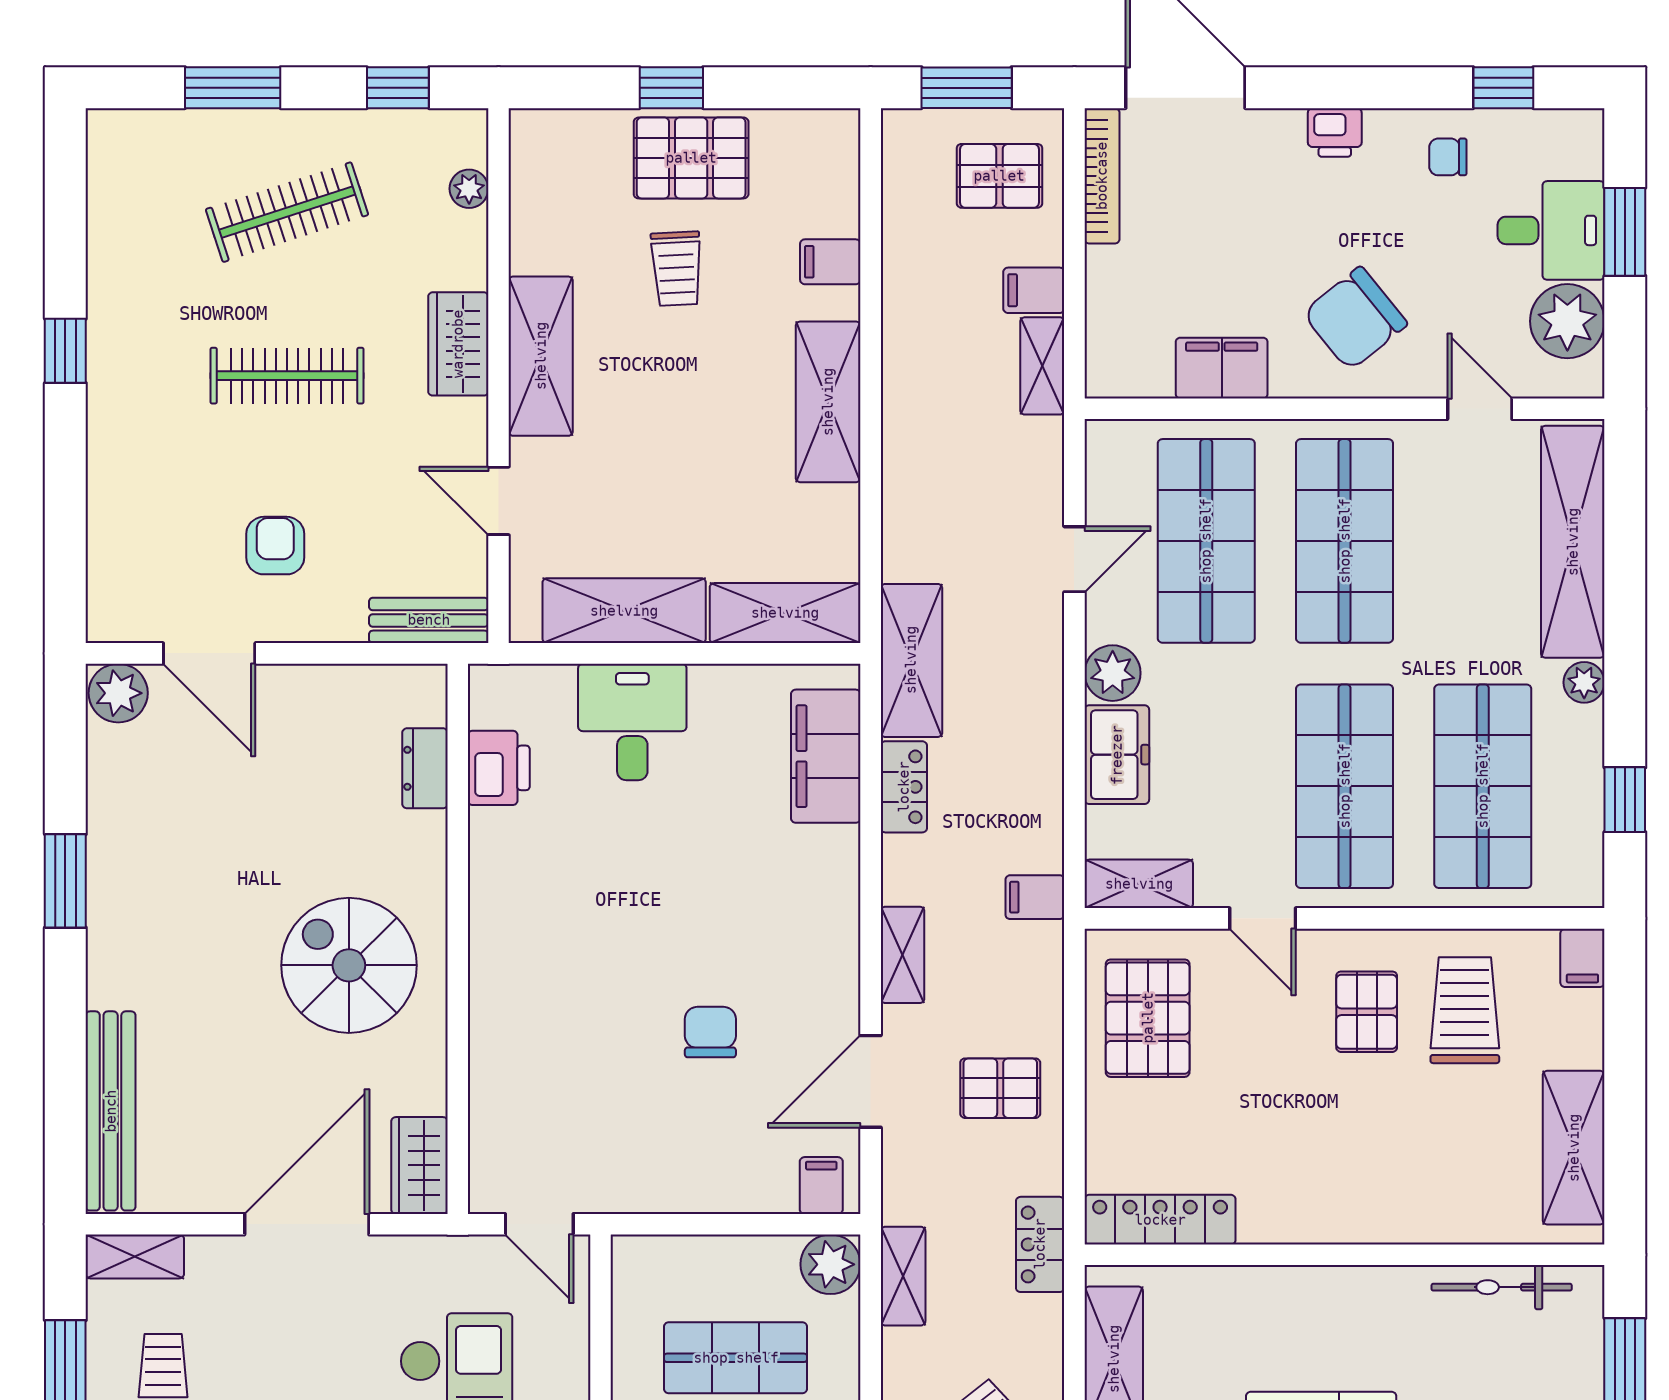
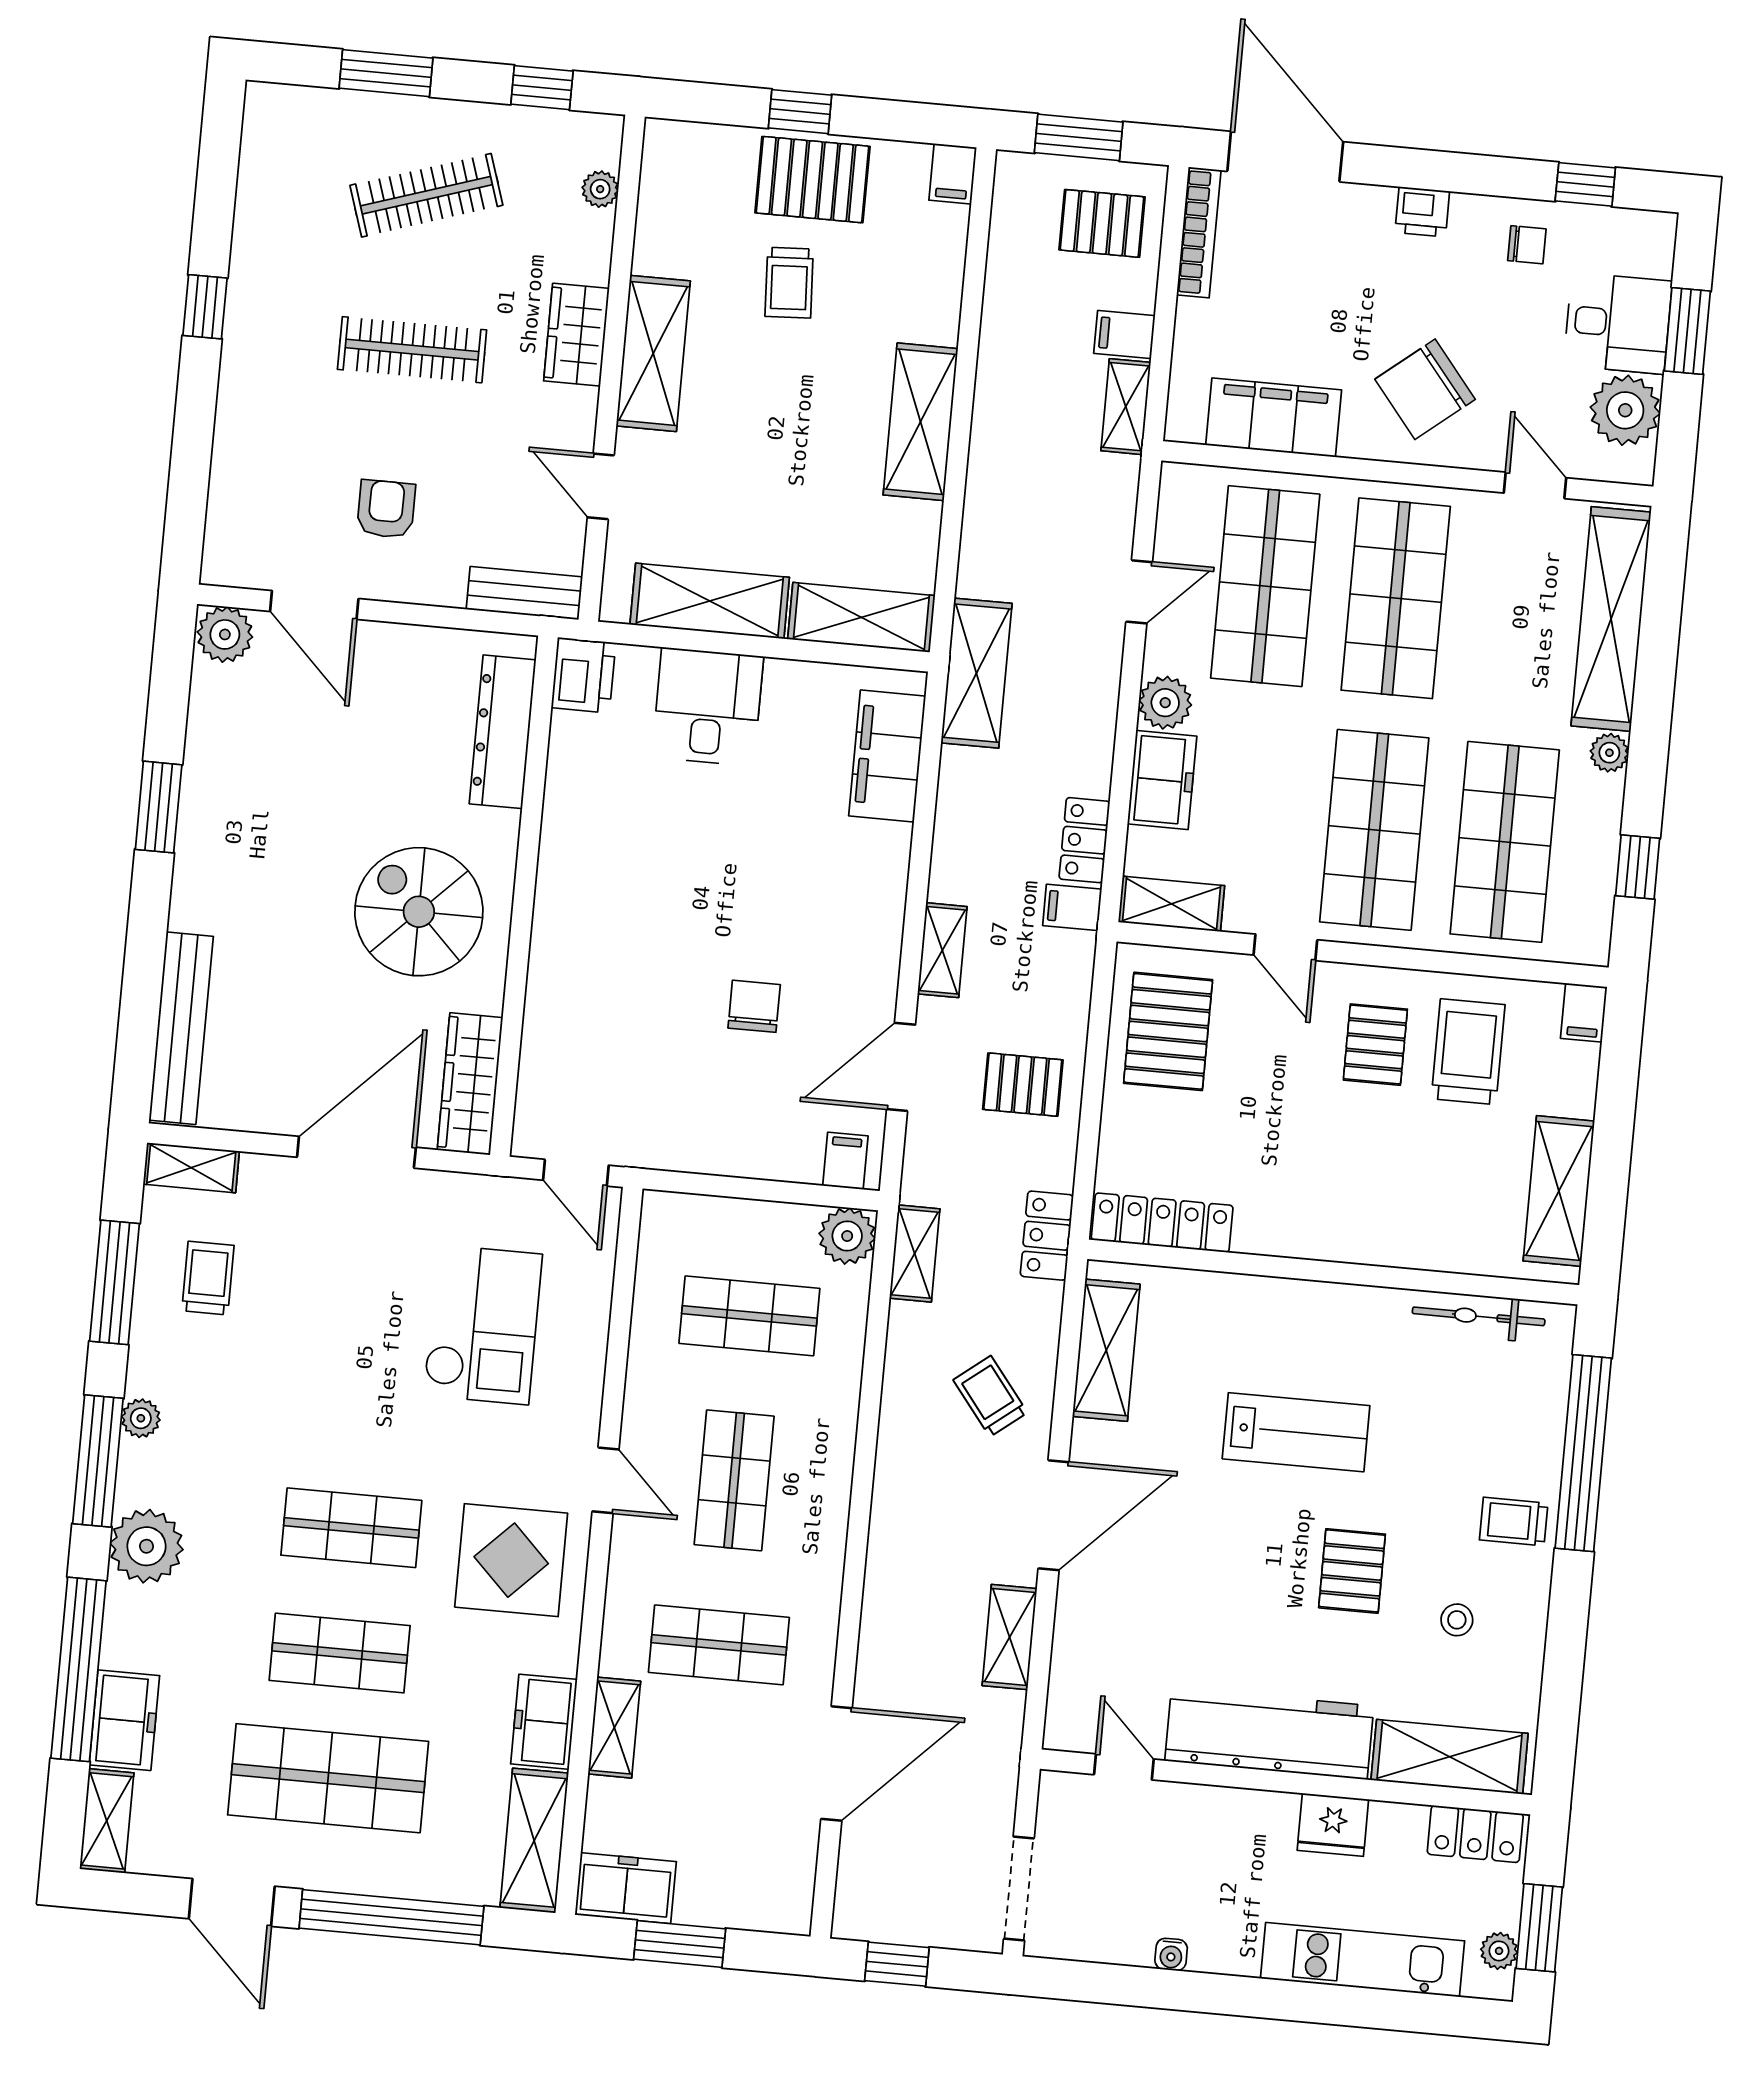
chair: (1448, 157) -> (1527, 245), turned 180
filing cabinet: (830, 262) -> (953, 174), moved, turned -90
filing cabinet: (1222, 368) -> (1274, 417), width x1.50, depth x1.17
dresser: (425, 768) -> (503, 732), width x1.96, depth x1.24
printer: (499, 768) -> (583, 675), moved
locker: (904, 787) -> (1084, 840), moved, turned 180
wardrobe: (419, 1165) -> (470, 1084), width x1.50

